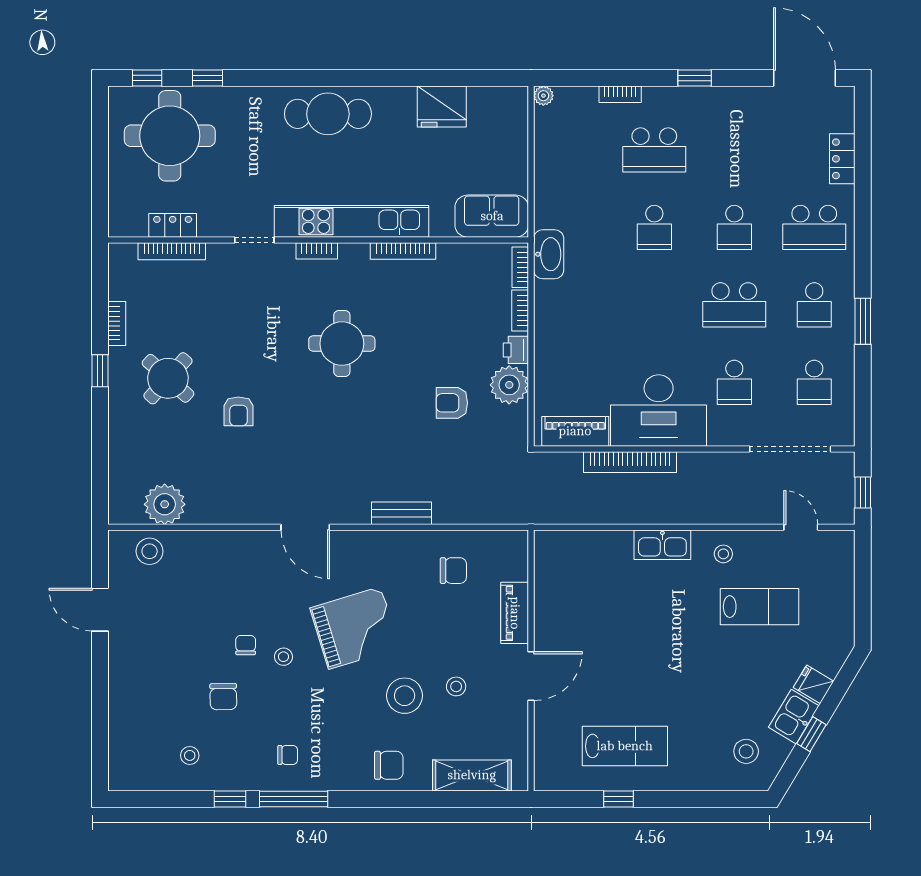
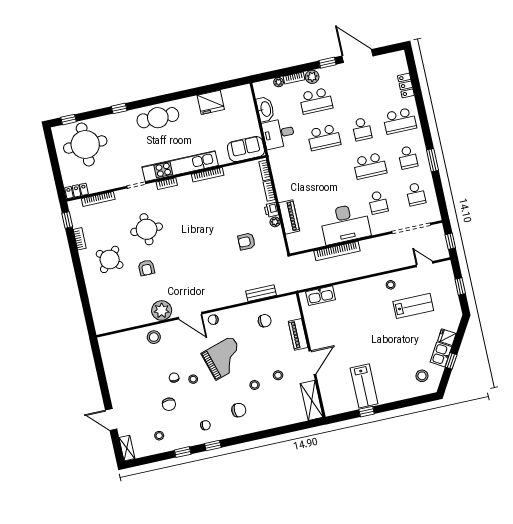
window: (207, 78) -> (119, 108), moved
door: (805, 78) -> (357, 56), moved
plant: (543, 96) -> (279, 82), moved
plant: (657, 100) -> (312, 77), added
desk: (564, 199) -> (278, 133), added
locker: (173, 225) -> (76, 191), moved
school desk: (654, 227) -> (324, 137), width x1.85
washbasin: (549, 254) -> (265, 109), moved
round table: (342, 344) -> (147, 229), moved
window: (100, 371) -> (67, 220), moved
plant: (509, 385) -> (275, 222), width x0.53, depth x0.53
piano: (575, 431) -> (289, 217), moved, turned 90
plant: (165, 504) -> (162, 310), moved
bench: (401, 513) -> (261, 293), moved
kitchen sink: (662, 545) -> (321, 296), moved
chair: (350, 546) -> (213, 320), added
stool: (150, 551) -> (154, 337), moved
window: (863, 588) -> (460, 286), added
door: (100, 610) -> (111, 420), moved
stool: (405, 696) -> (255, 385), width x0.53, depth x0.53
lab bench: (625, 746) -> (364, 386), turned 90
chair: (389, 765) -> (239, 410), moved
shelving: (119, 766) -> (127, 448), added
shelving: (472, 775) -> (312, 400), moved, turned 90
window: (294, 799) -> (213, 445), width x0.46

